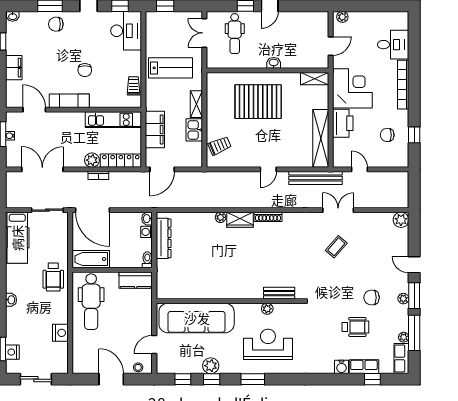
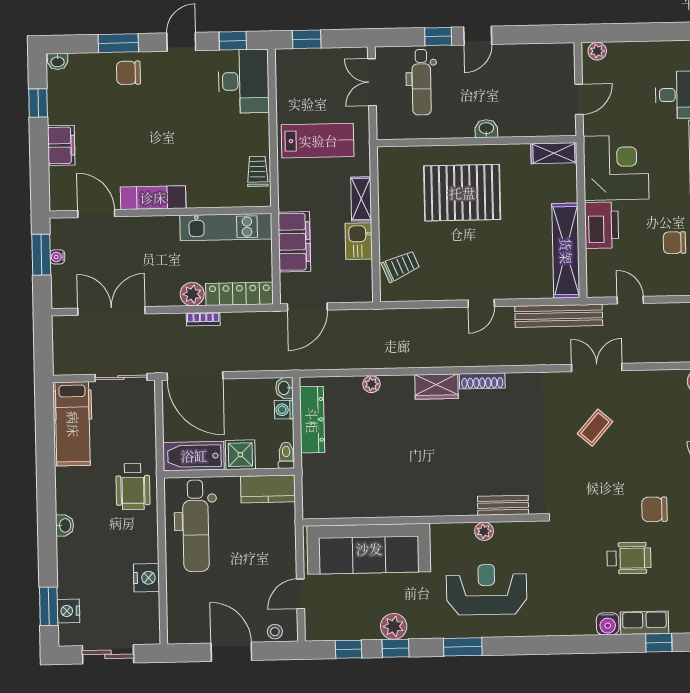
chair: (85, 70) -> (177, 147), removed
plant: (221, 217) -> (371, 384), moved
shower: (119, 259) -> (240, 455), added

